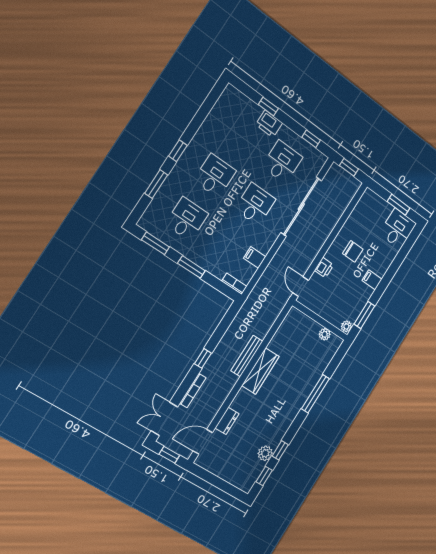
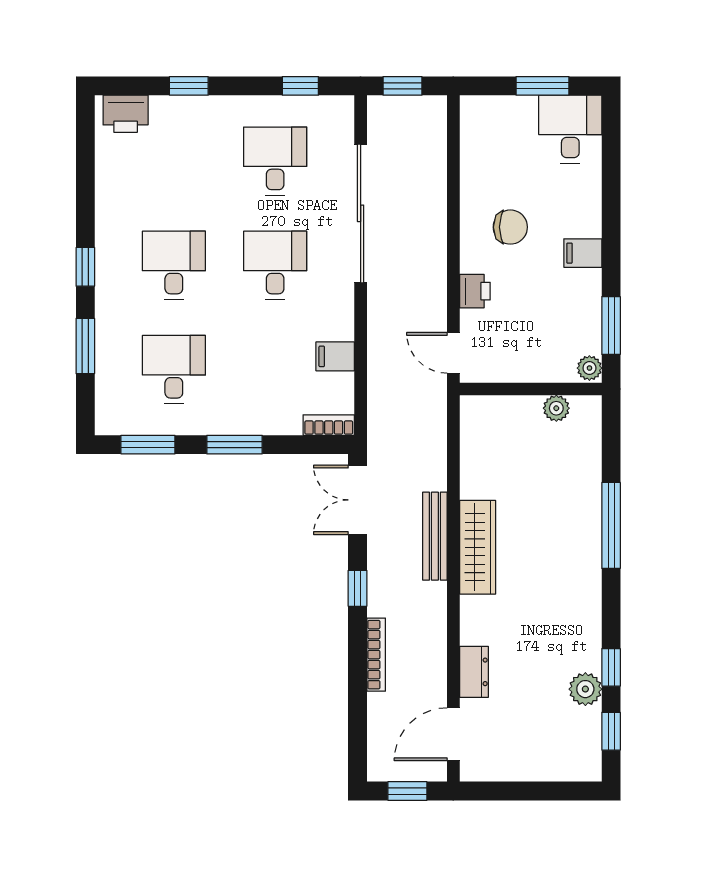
printer: (269, 124) -> (126, 114), moved
double door: (164, 419) -> (357, 500), moved

